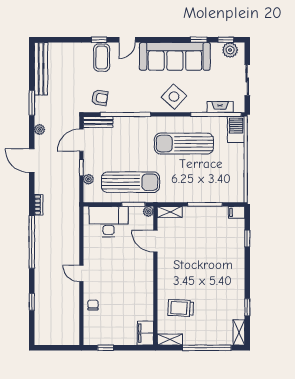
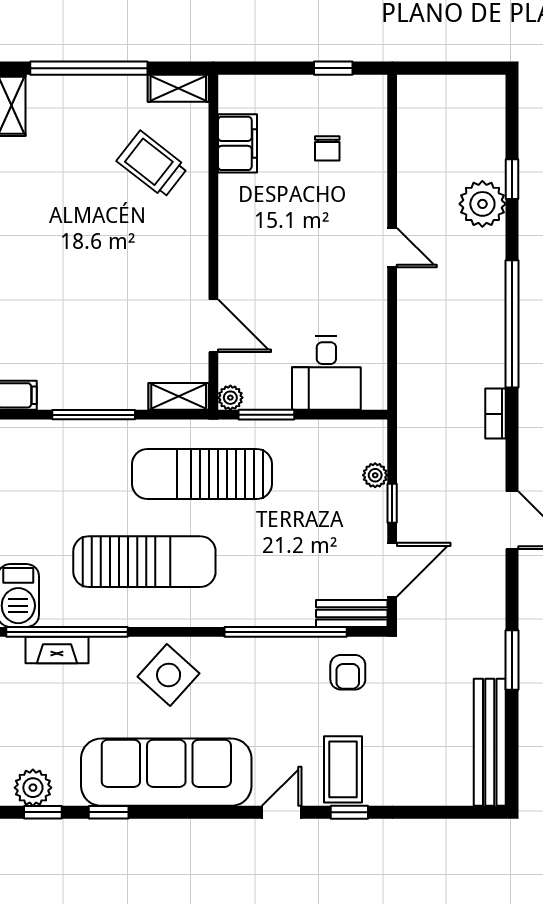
armchair: (100, 98) -> (348, 672), turned -99
plant: (40, 129) -> (482, 204), moved, width x1.87, depth x1.87
sun lounger: (130, 182) -> (202, 474), moved
desk: (109, 222) -> (326, 373), width x0.73
chair: (93, 305) -> (327, 148), moved
trolley: (181, 308) -> (152, 164), turned -145
filing cabinet: (145, 333) -> (238, 143), moved

